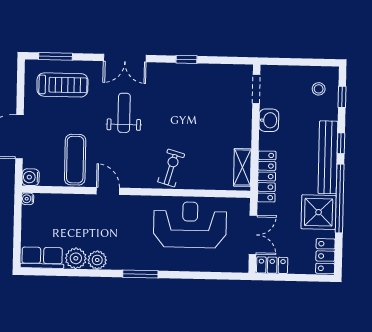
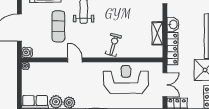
washbasin: (269, 120) -> (173, 25), moved
exercise mat: (75, 160) -> (58, 26), moved
shelving: (242, 167) -> (157, 33), moved

